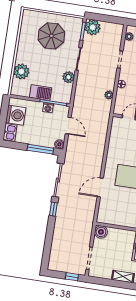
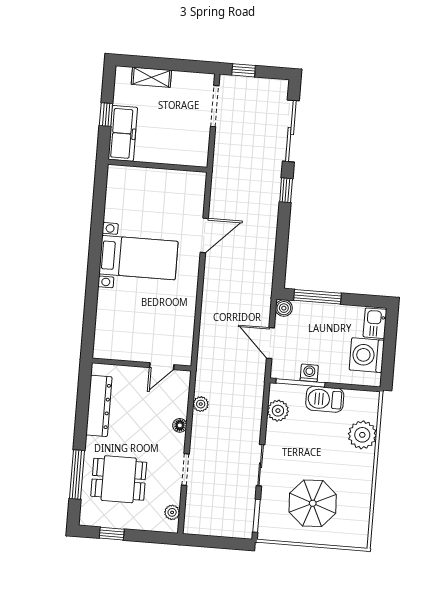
plant: (93, 27) -> (239, 524), removed
plant: (68, 77) -> (278, 411), moved
sliding door: (58, 180) -> (291, 131), moved
boiler: (101, 232) -> (197, 155), removed

